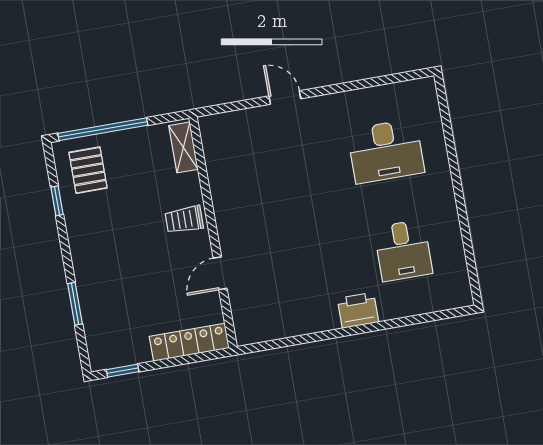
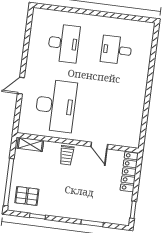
desk: (268, 172) -> (56, 106), added
desk: (403, 250) -> (116, 50), turned 180
printer: (358, 310) -> (139, 82), removed

